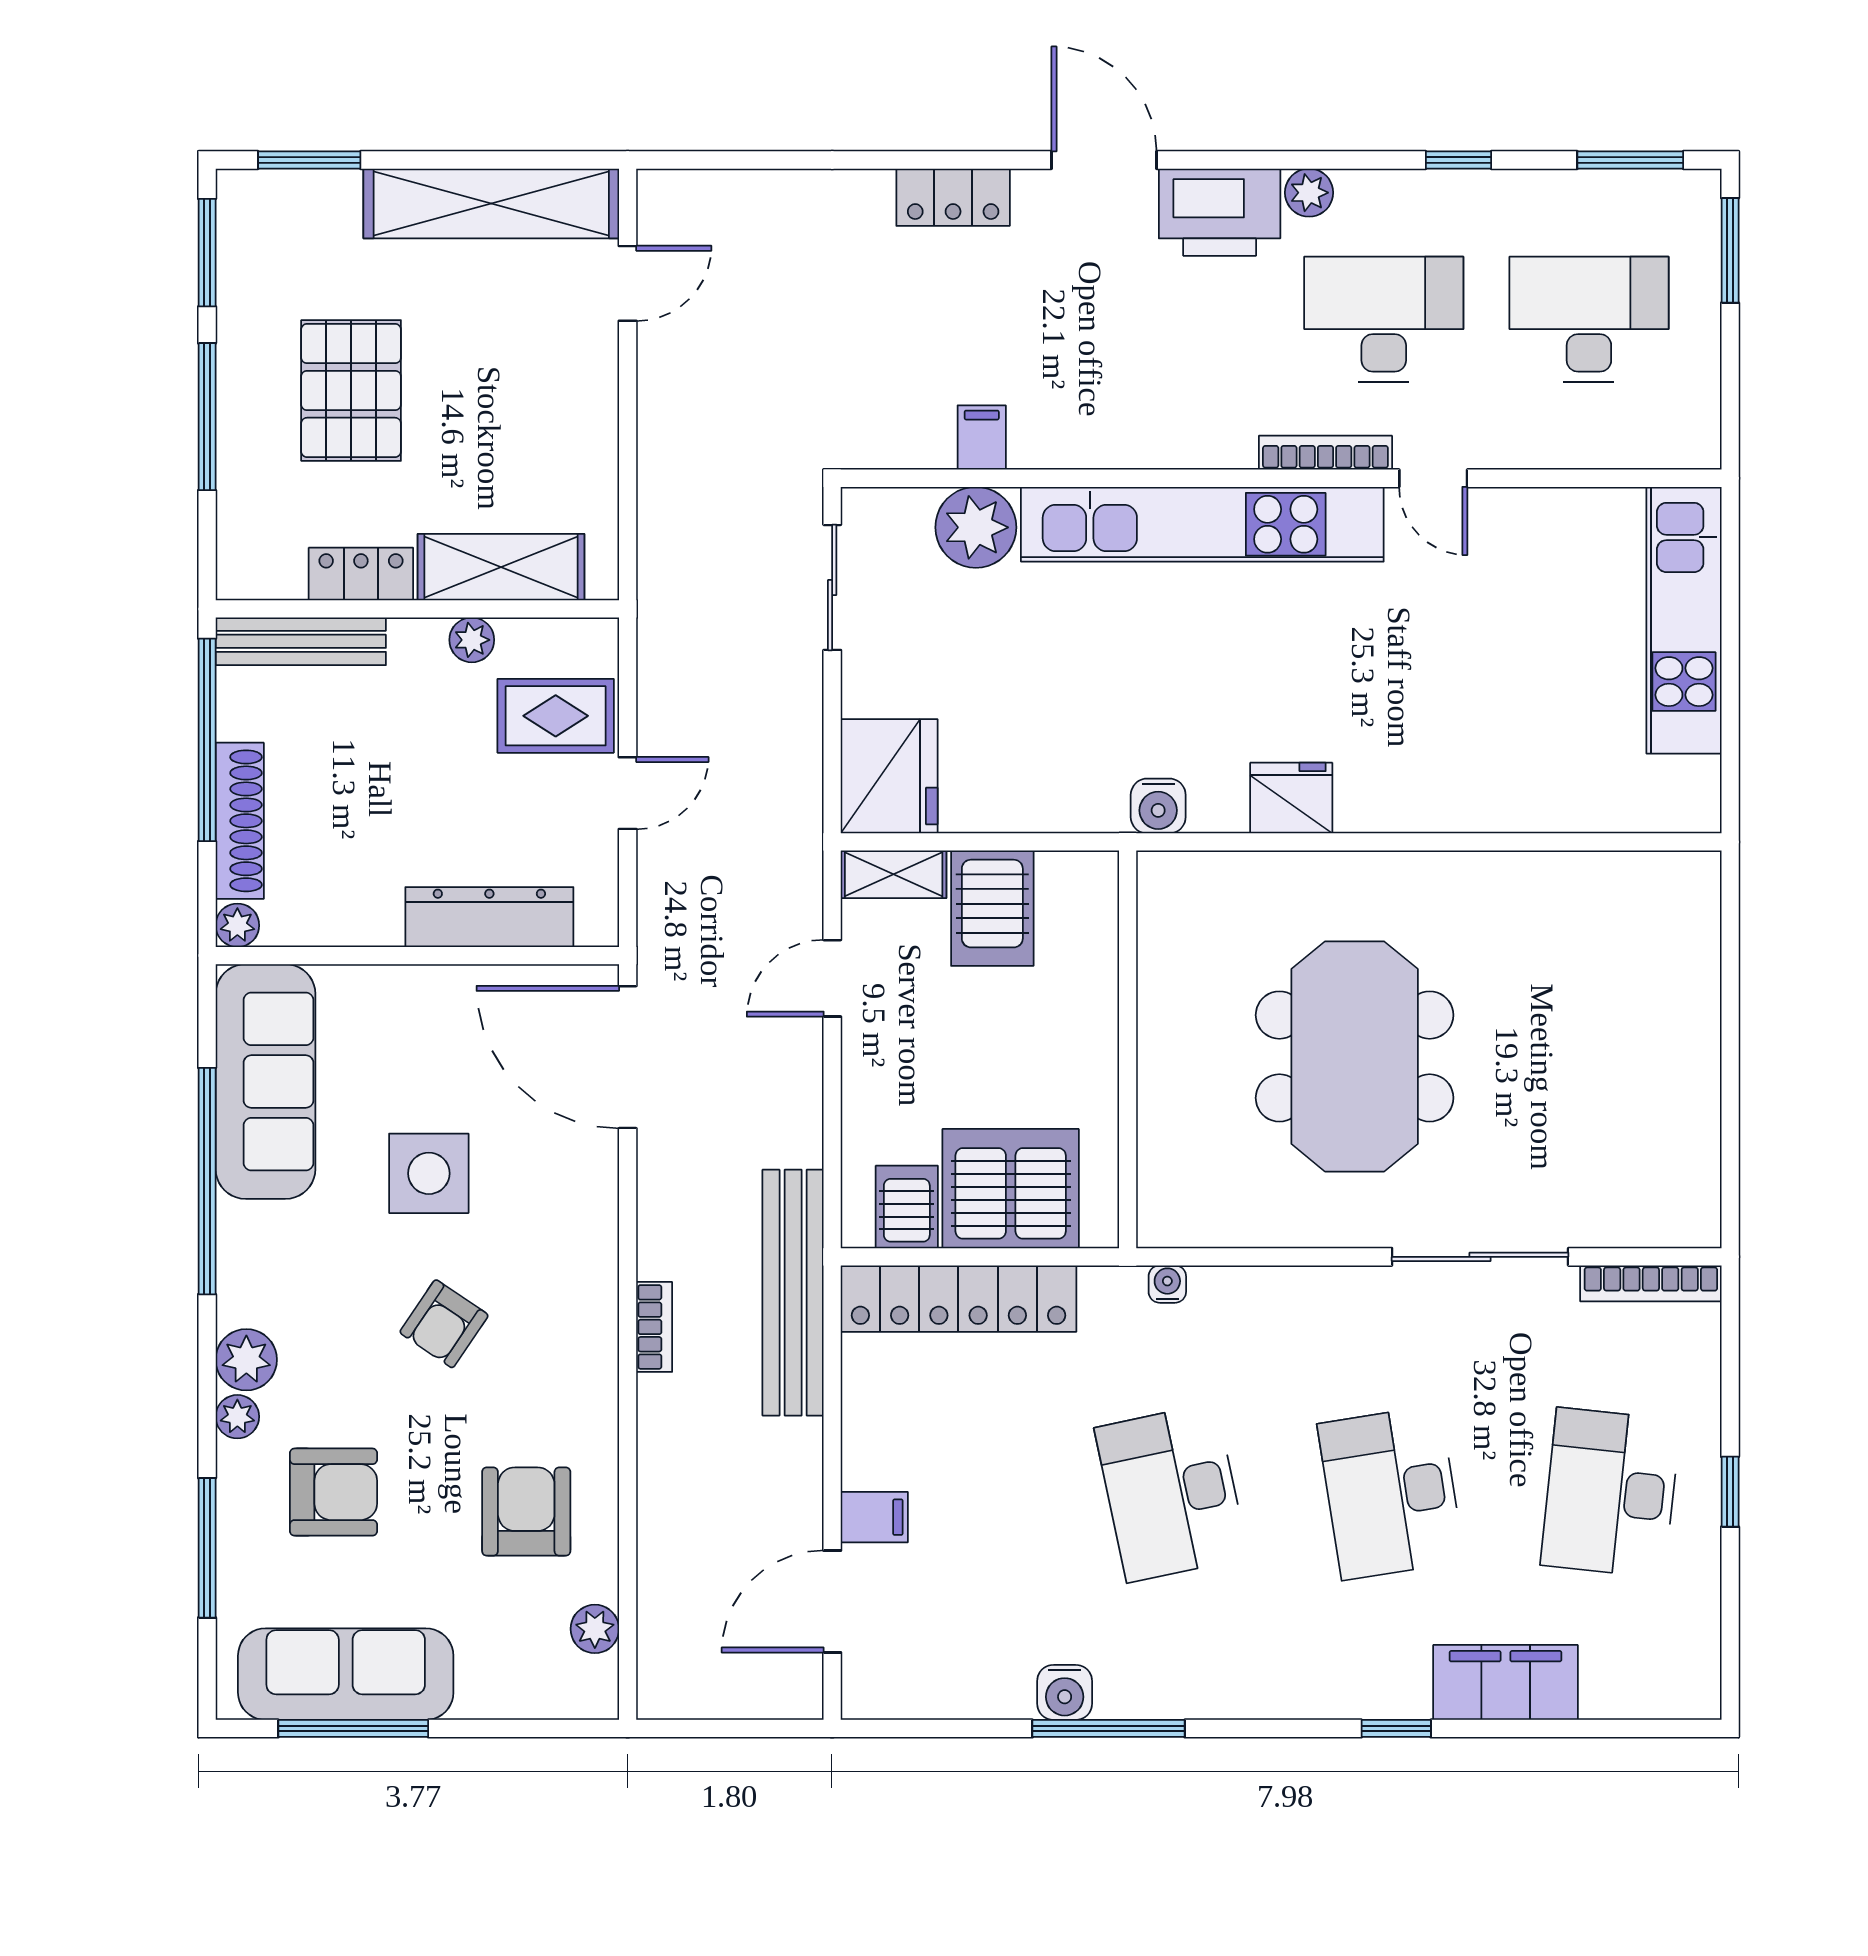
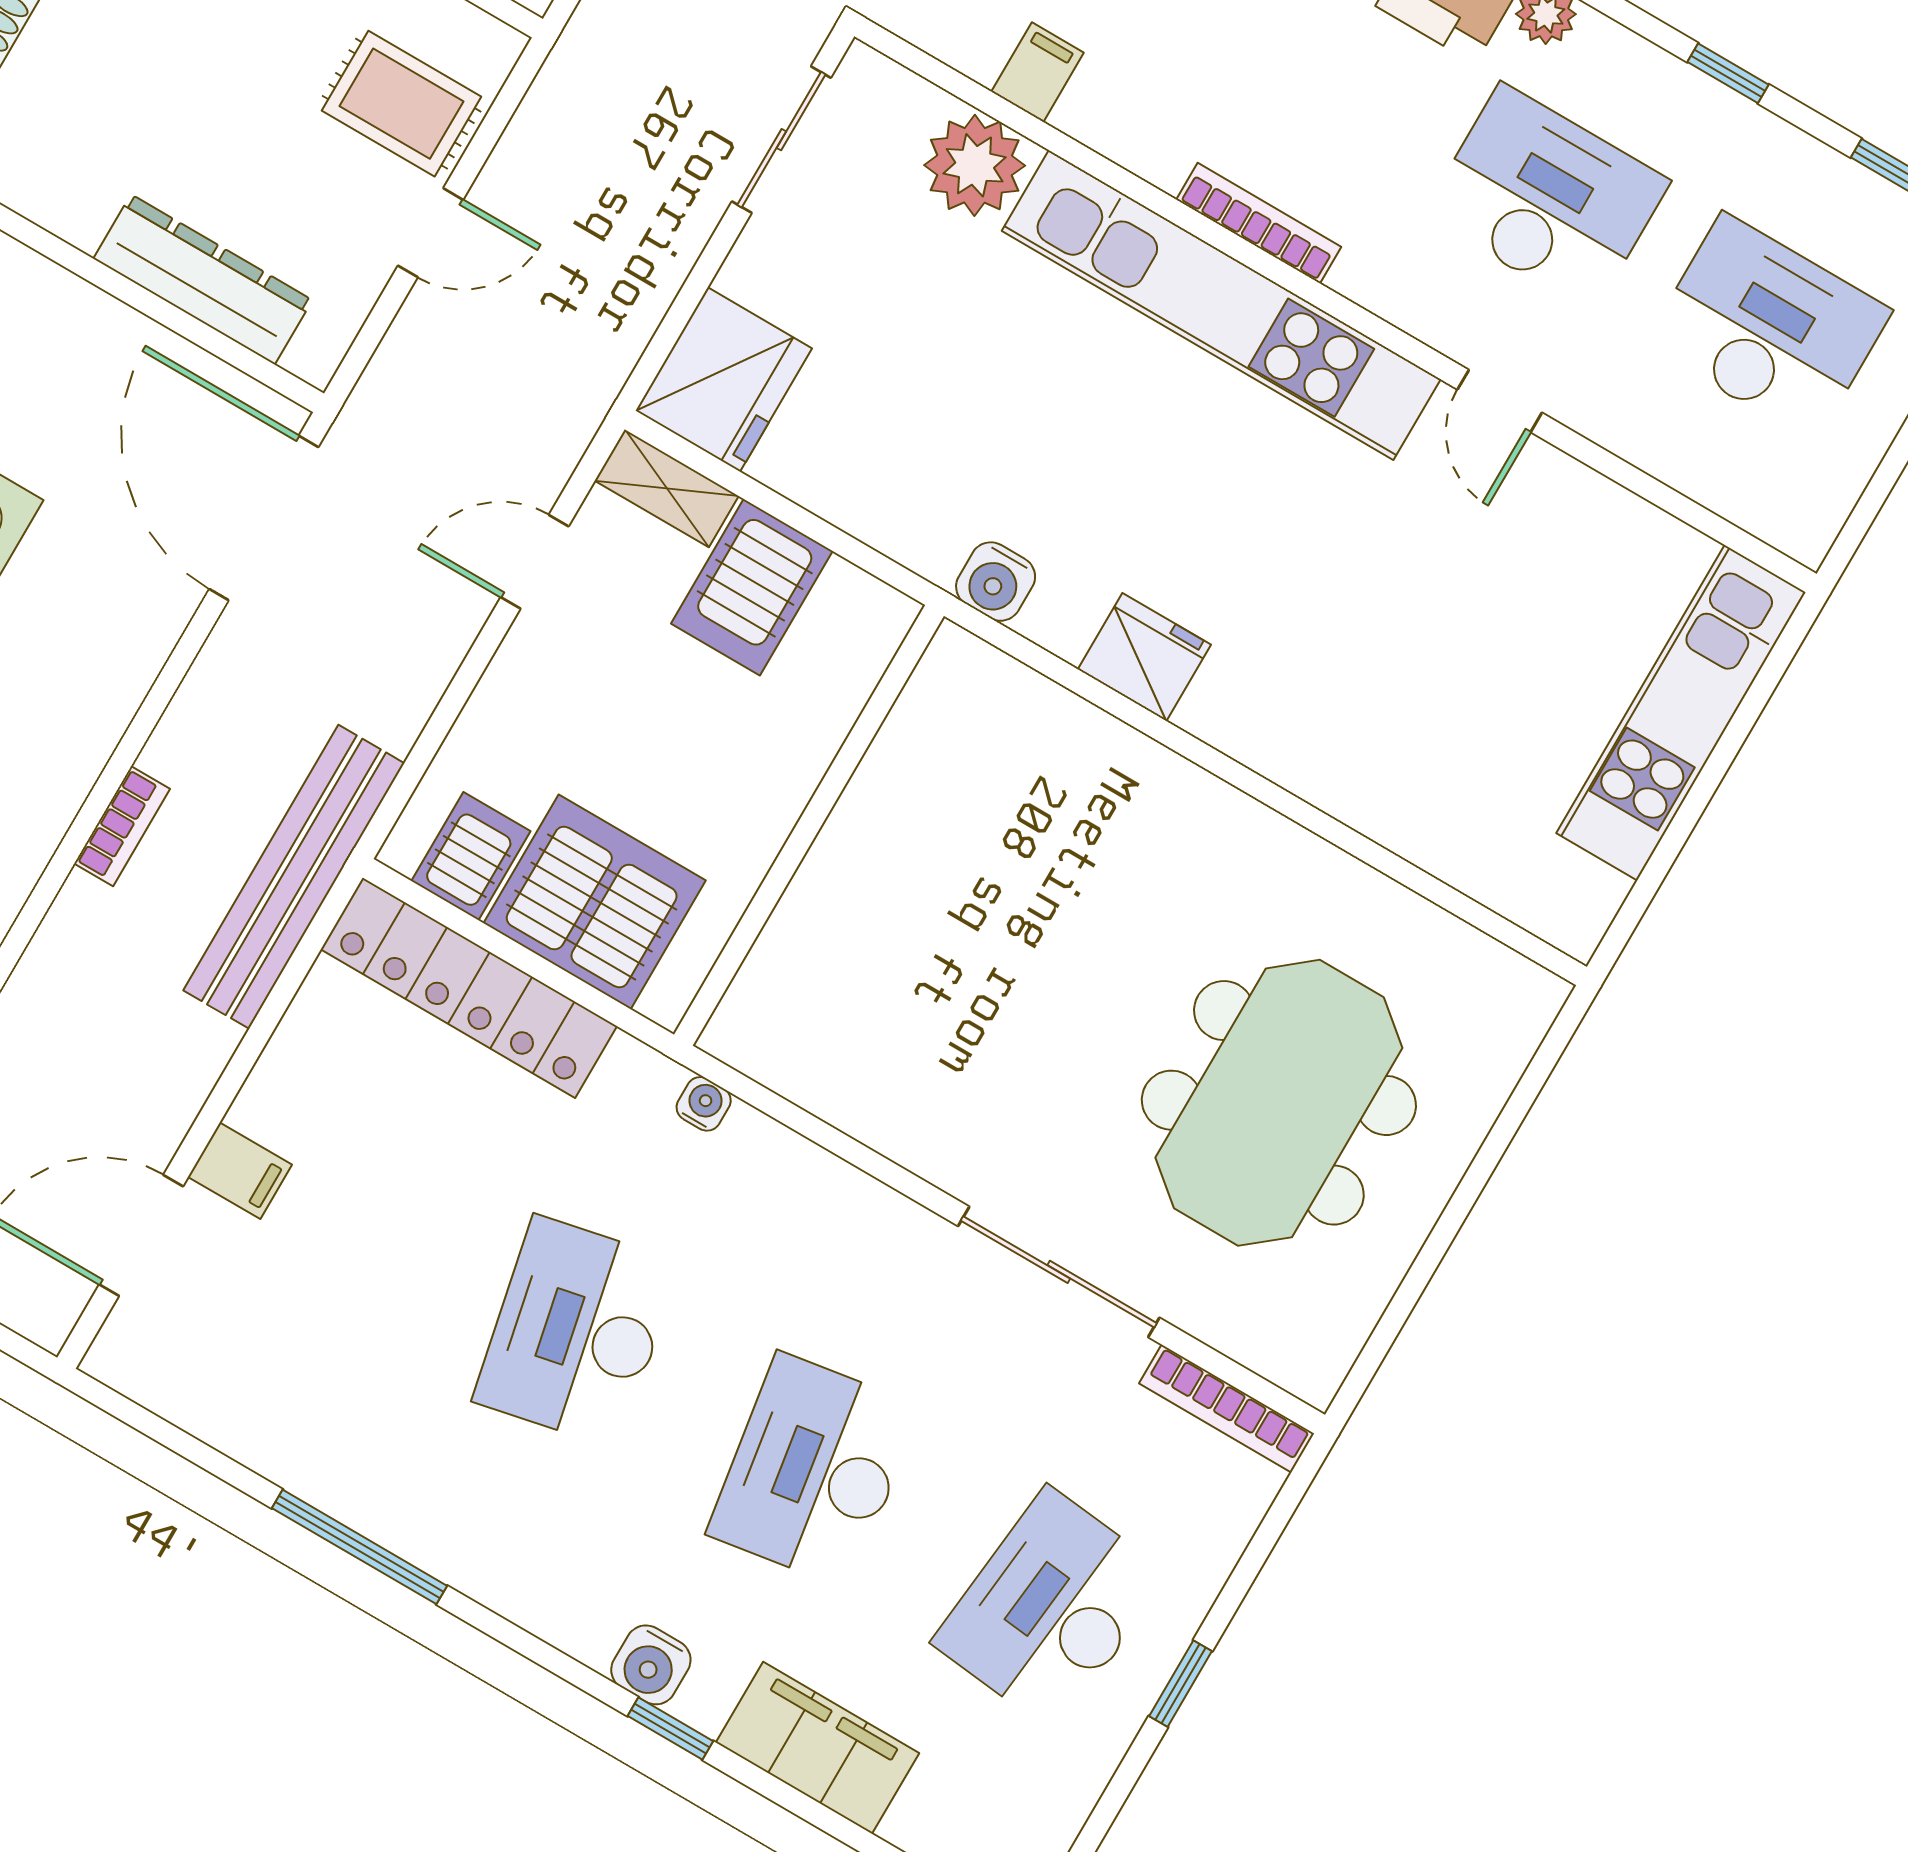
bookcase: (1325, 453) -> (1259, 223), moved
meeting table: (1355, 1056) -> (1279, 1103), moved
water cooler: (1065, 1692) -> (651, 1665), moved

